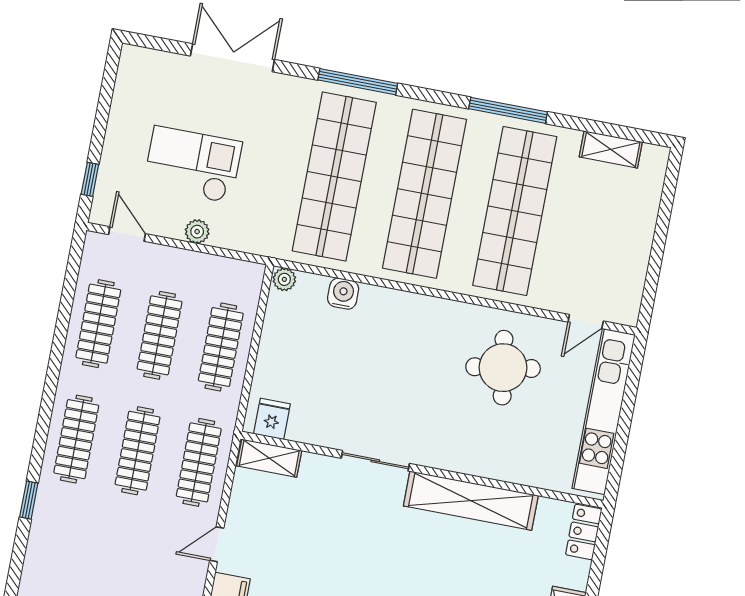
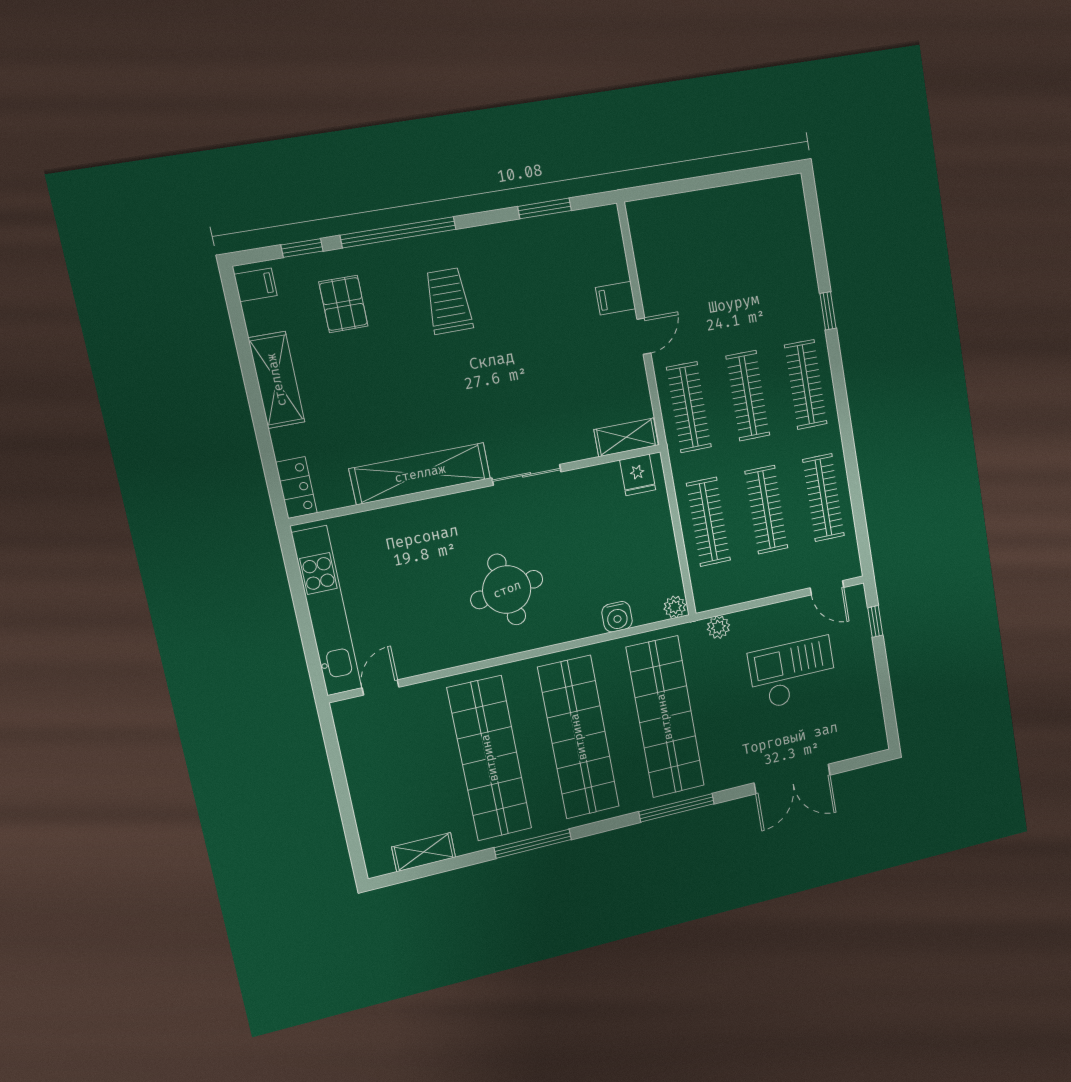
checkout: (193, 165) -> (793, 673), turned 180
plant: (197, 232) -> (718, 627), moved
round table: (503, 368) -> (507, 590), moved

